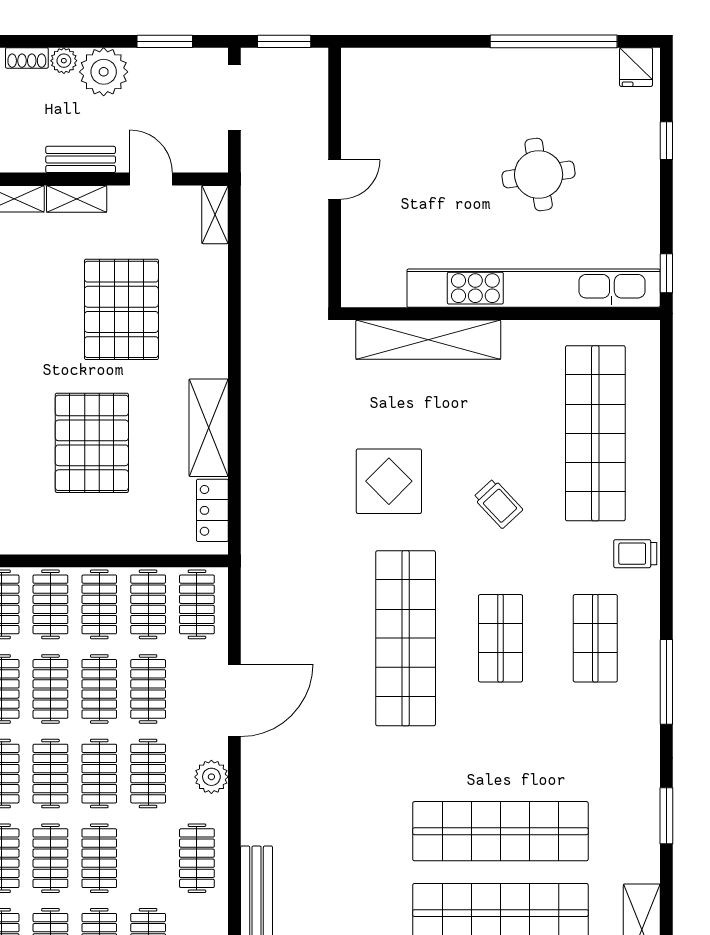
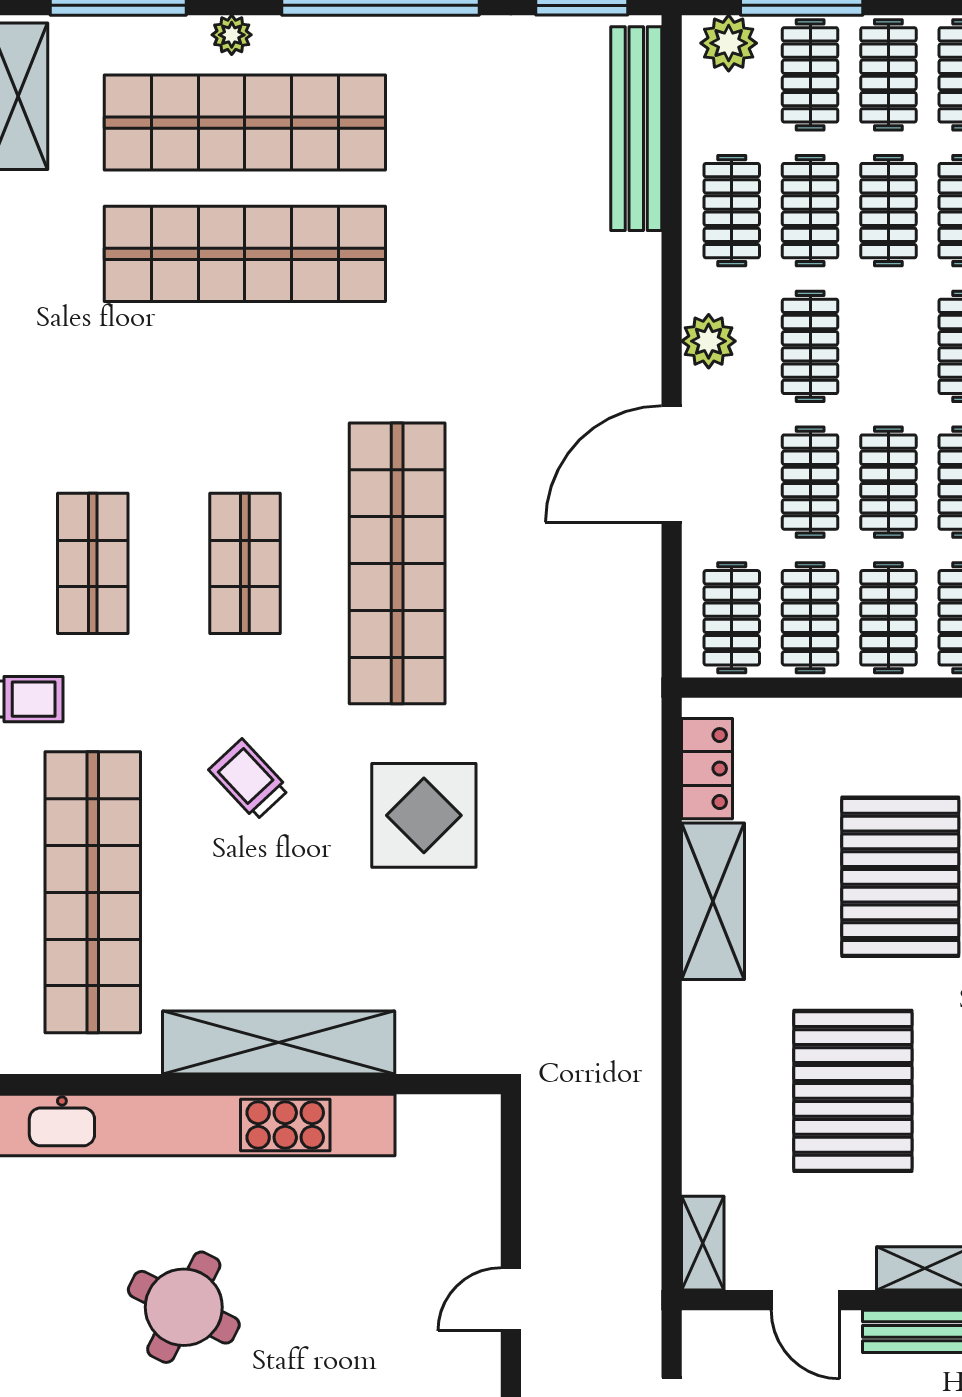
round table: (539, 175) -> (184, 1307), turned 36
shelving: (428, 340) -> (279, 1043), moved
clothes rail: (99, 774) -> (810, 211), moved

